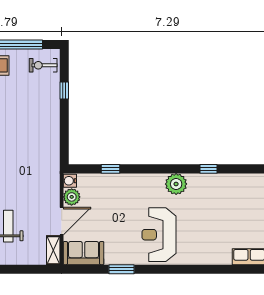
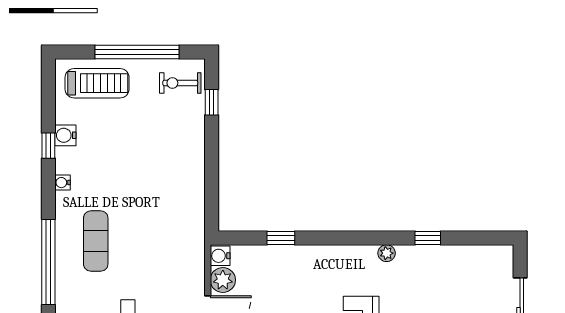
window: (64, 90) -> (212, 102), moved
plant: (176, 184) -> (387, 253), width x0.53, depth x0.53

